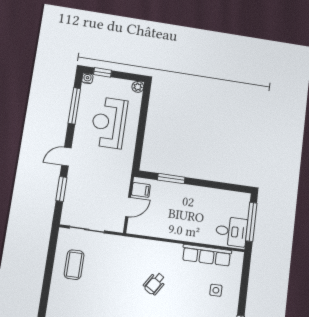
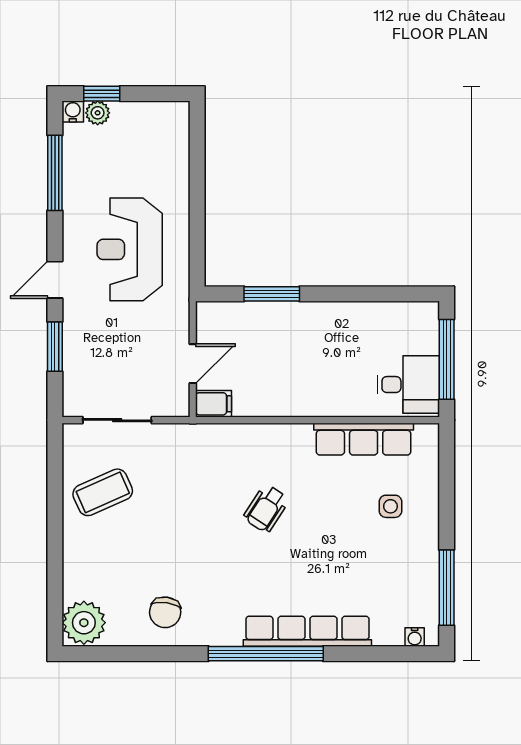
plant: (138, 87) -> (98, 113), moved
reception desk: (109, 123) -> (130, 249), moved
filing cabinet: (141, 190) -> (214, 404), moved
coffee table: (74, 265) -> (103, 492), turned 66

